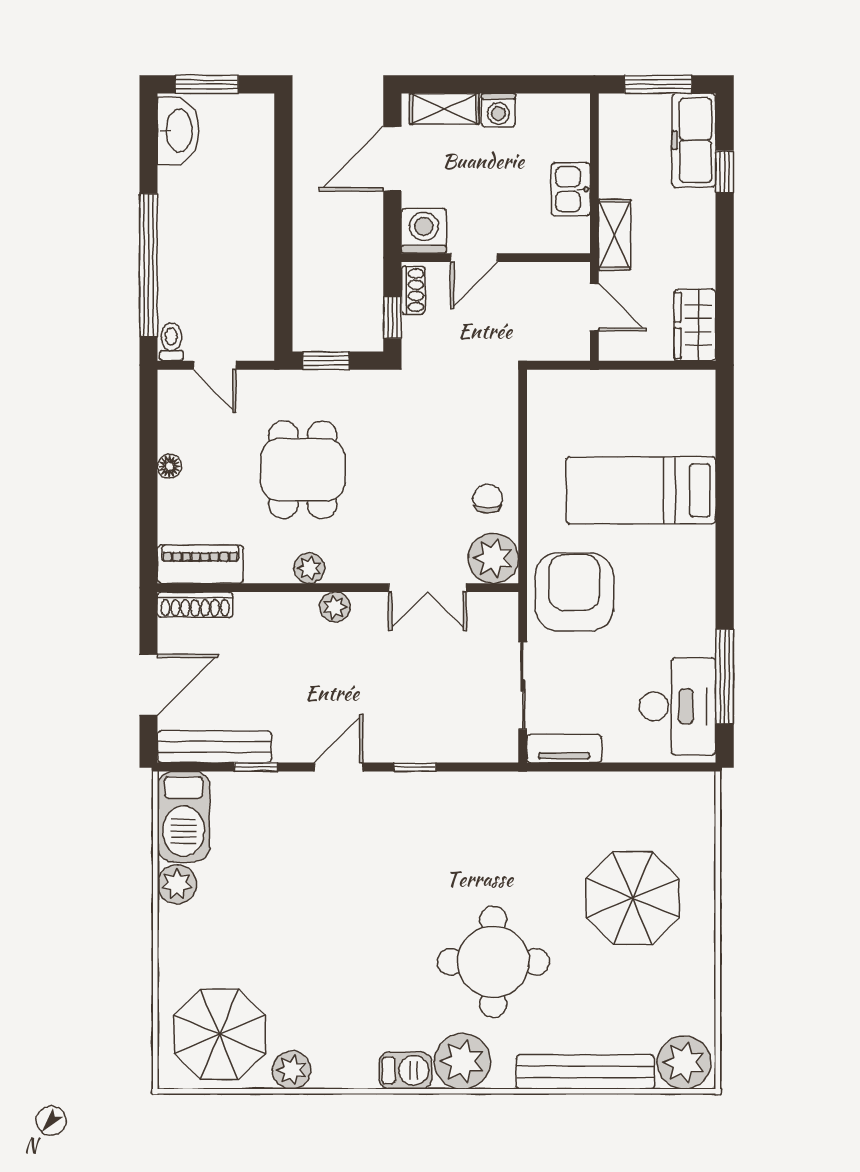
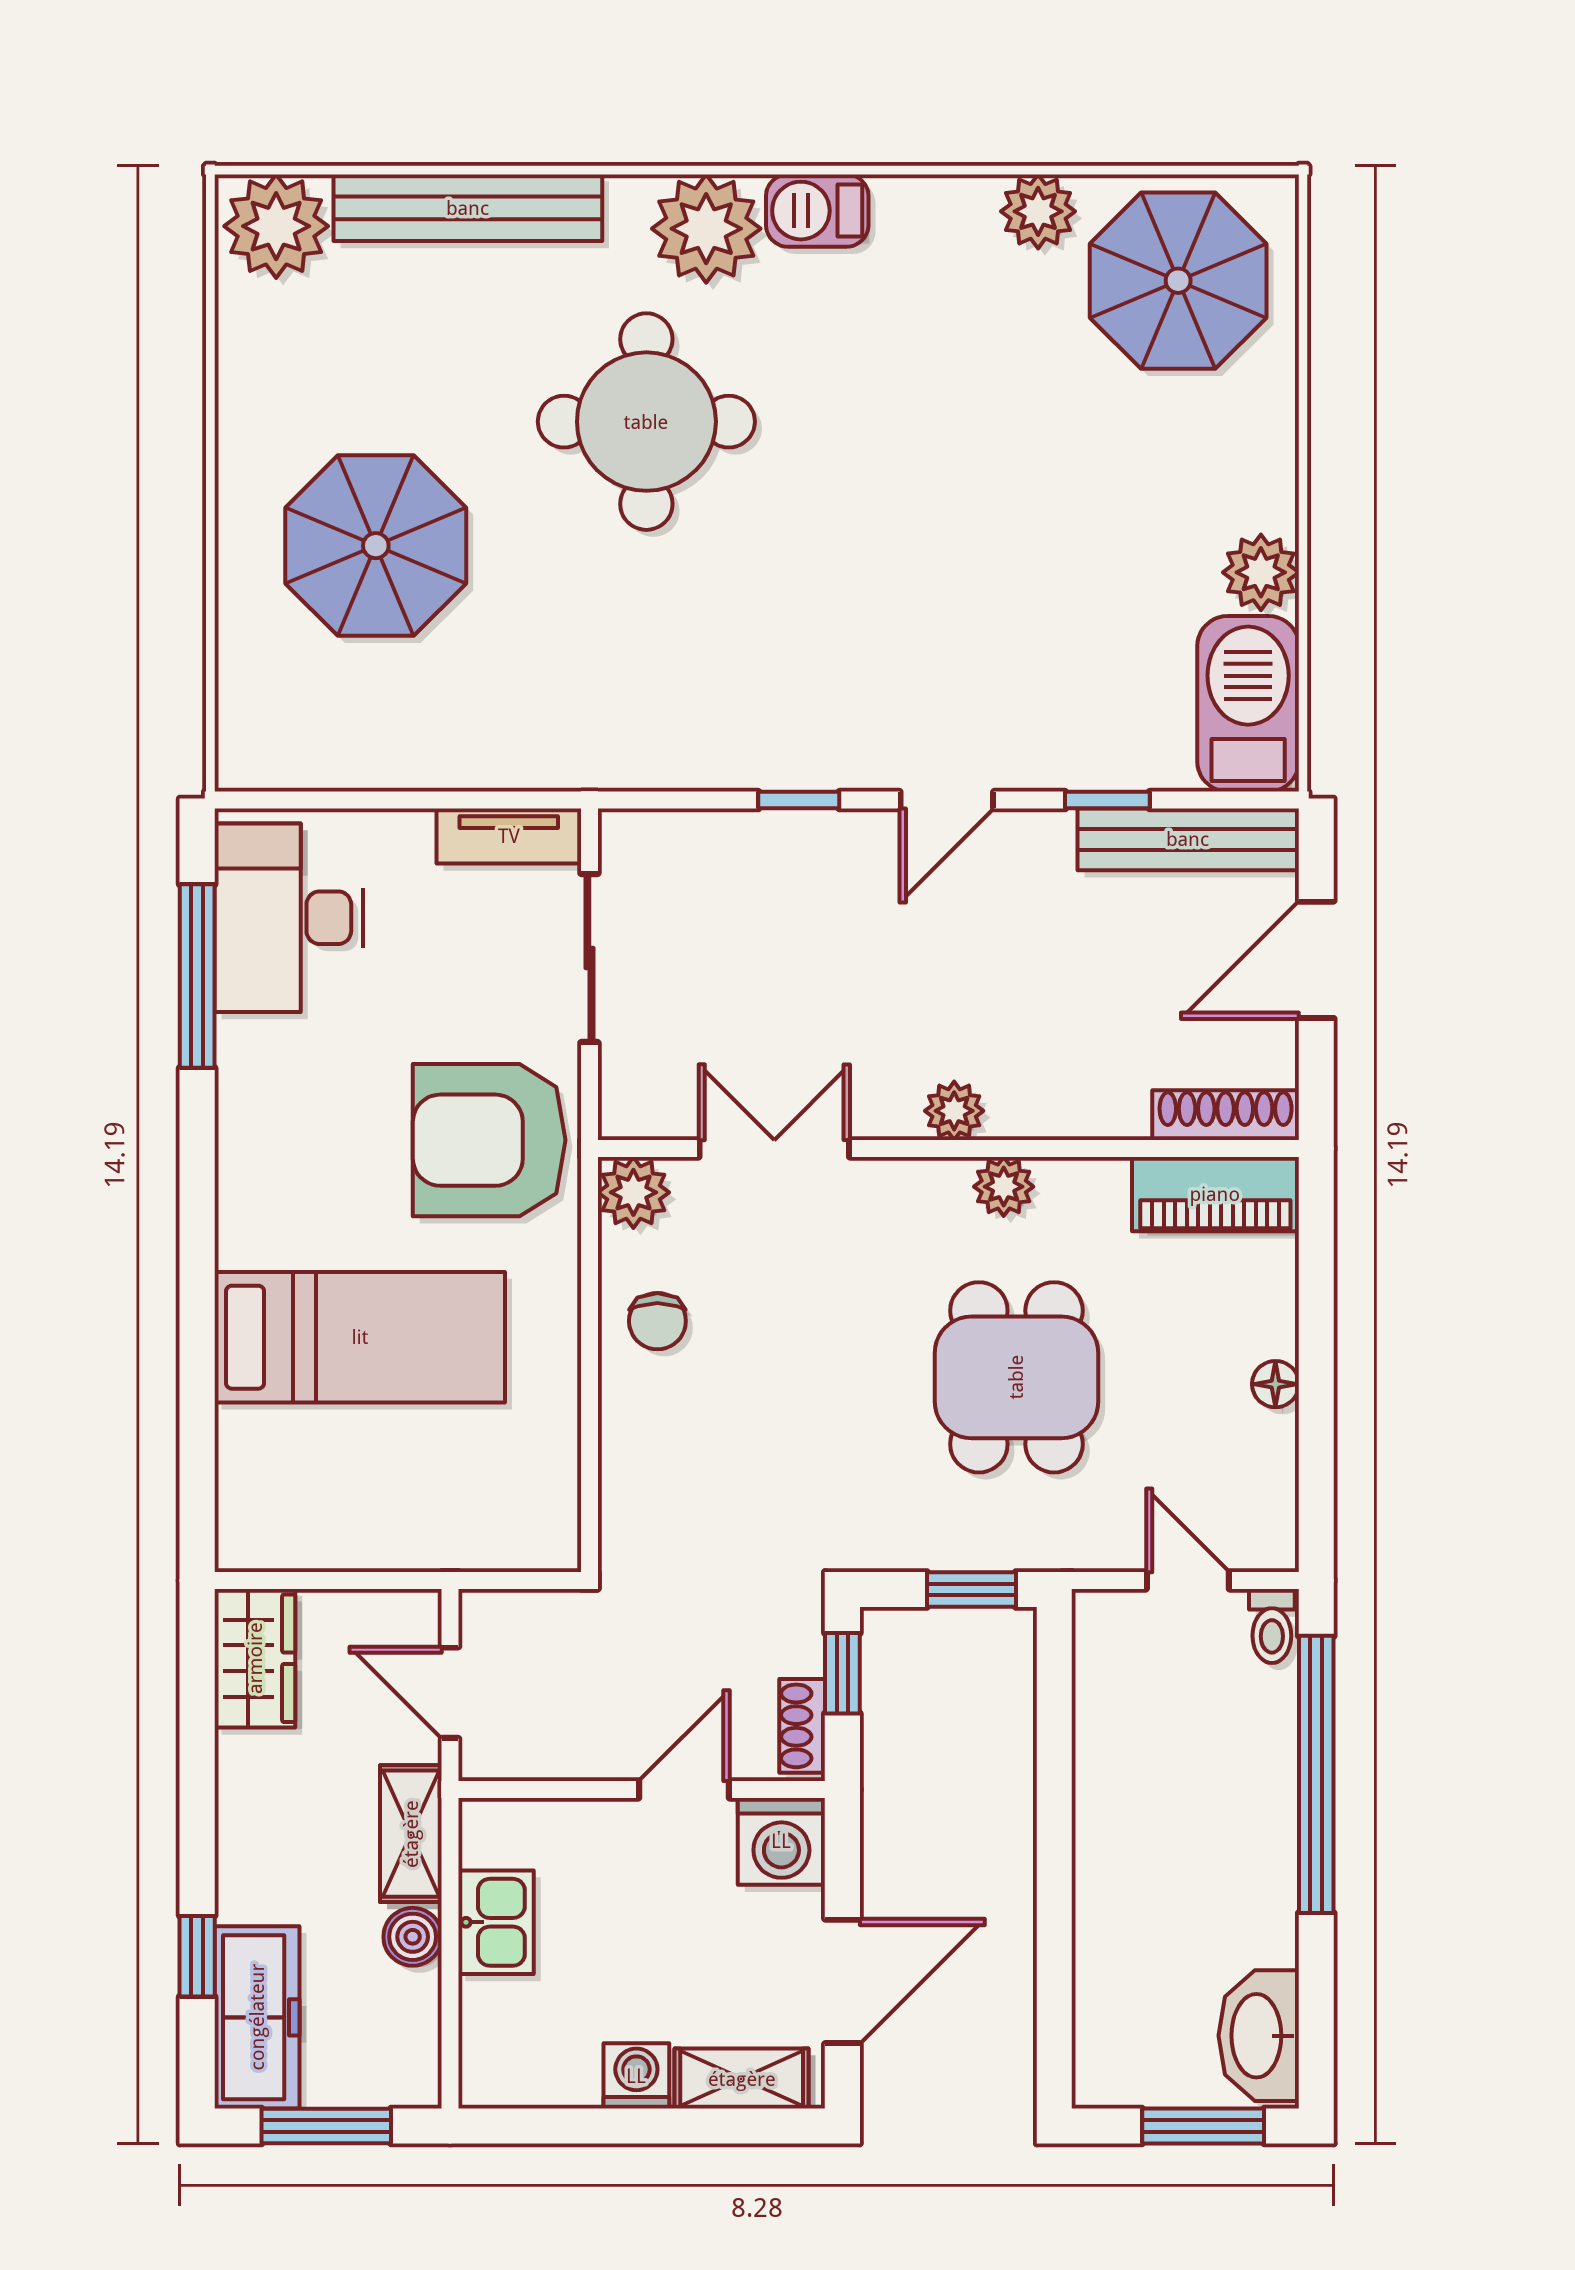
boiler: (614, 182) -> (413, 1937), added
plant: (493, 558) -> (633, 1192), width x0.73, depth x0.73
armchair: (574, 592) -> (489, 1140), turned 90

